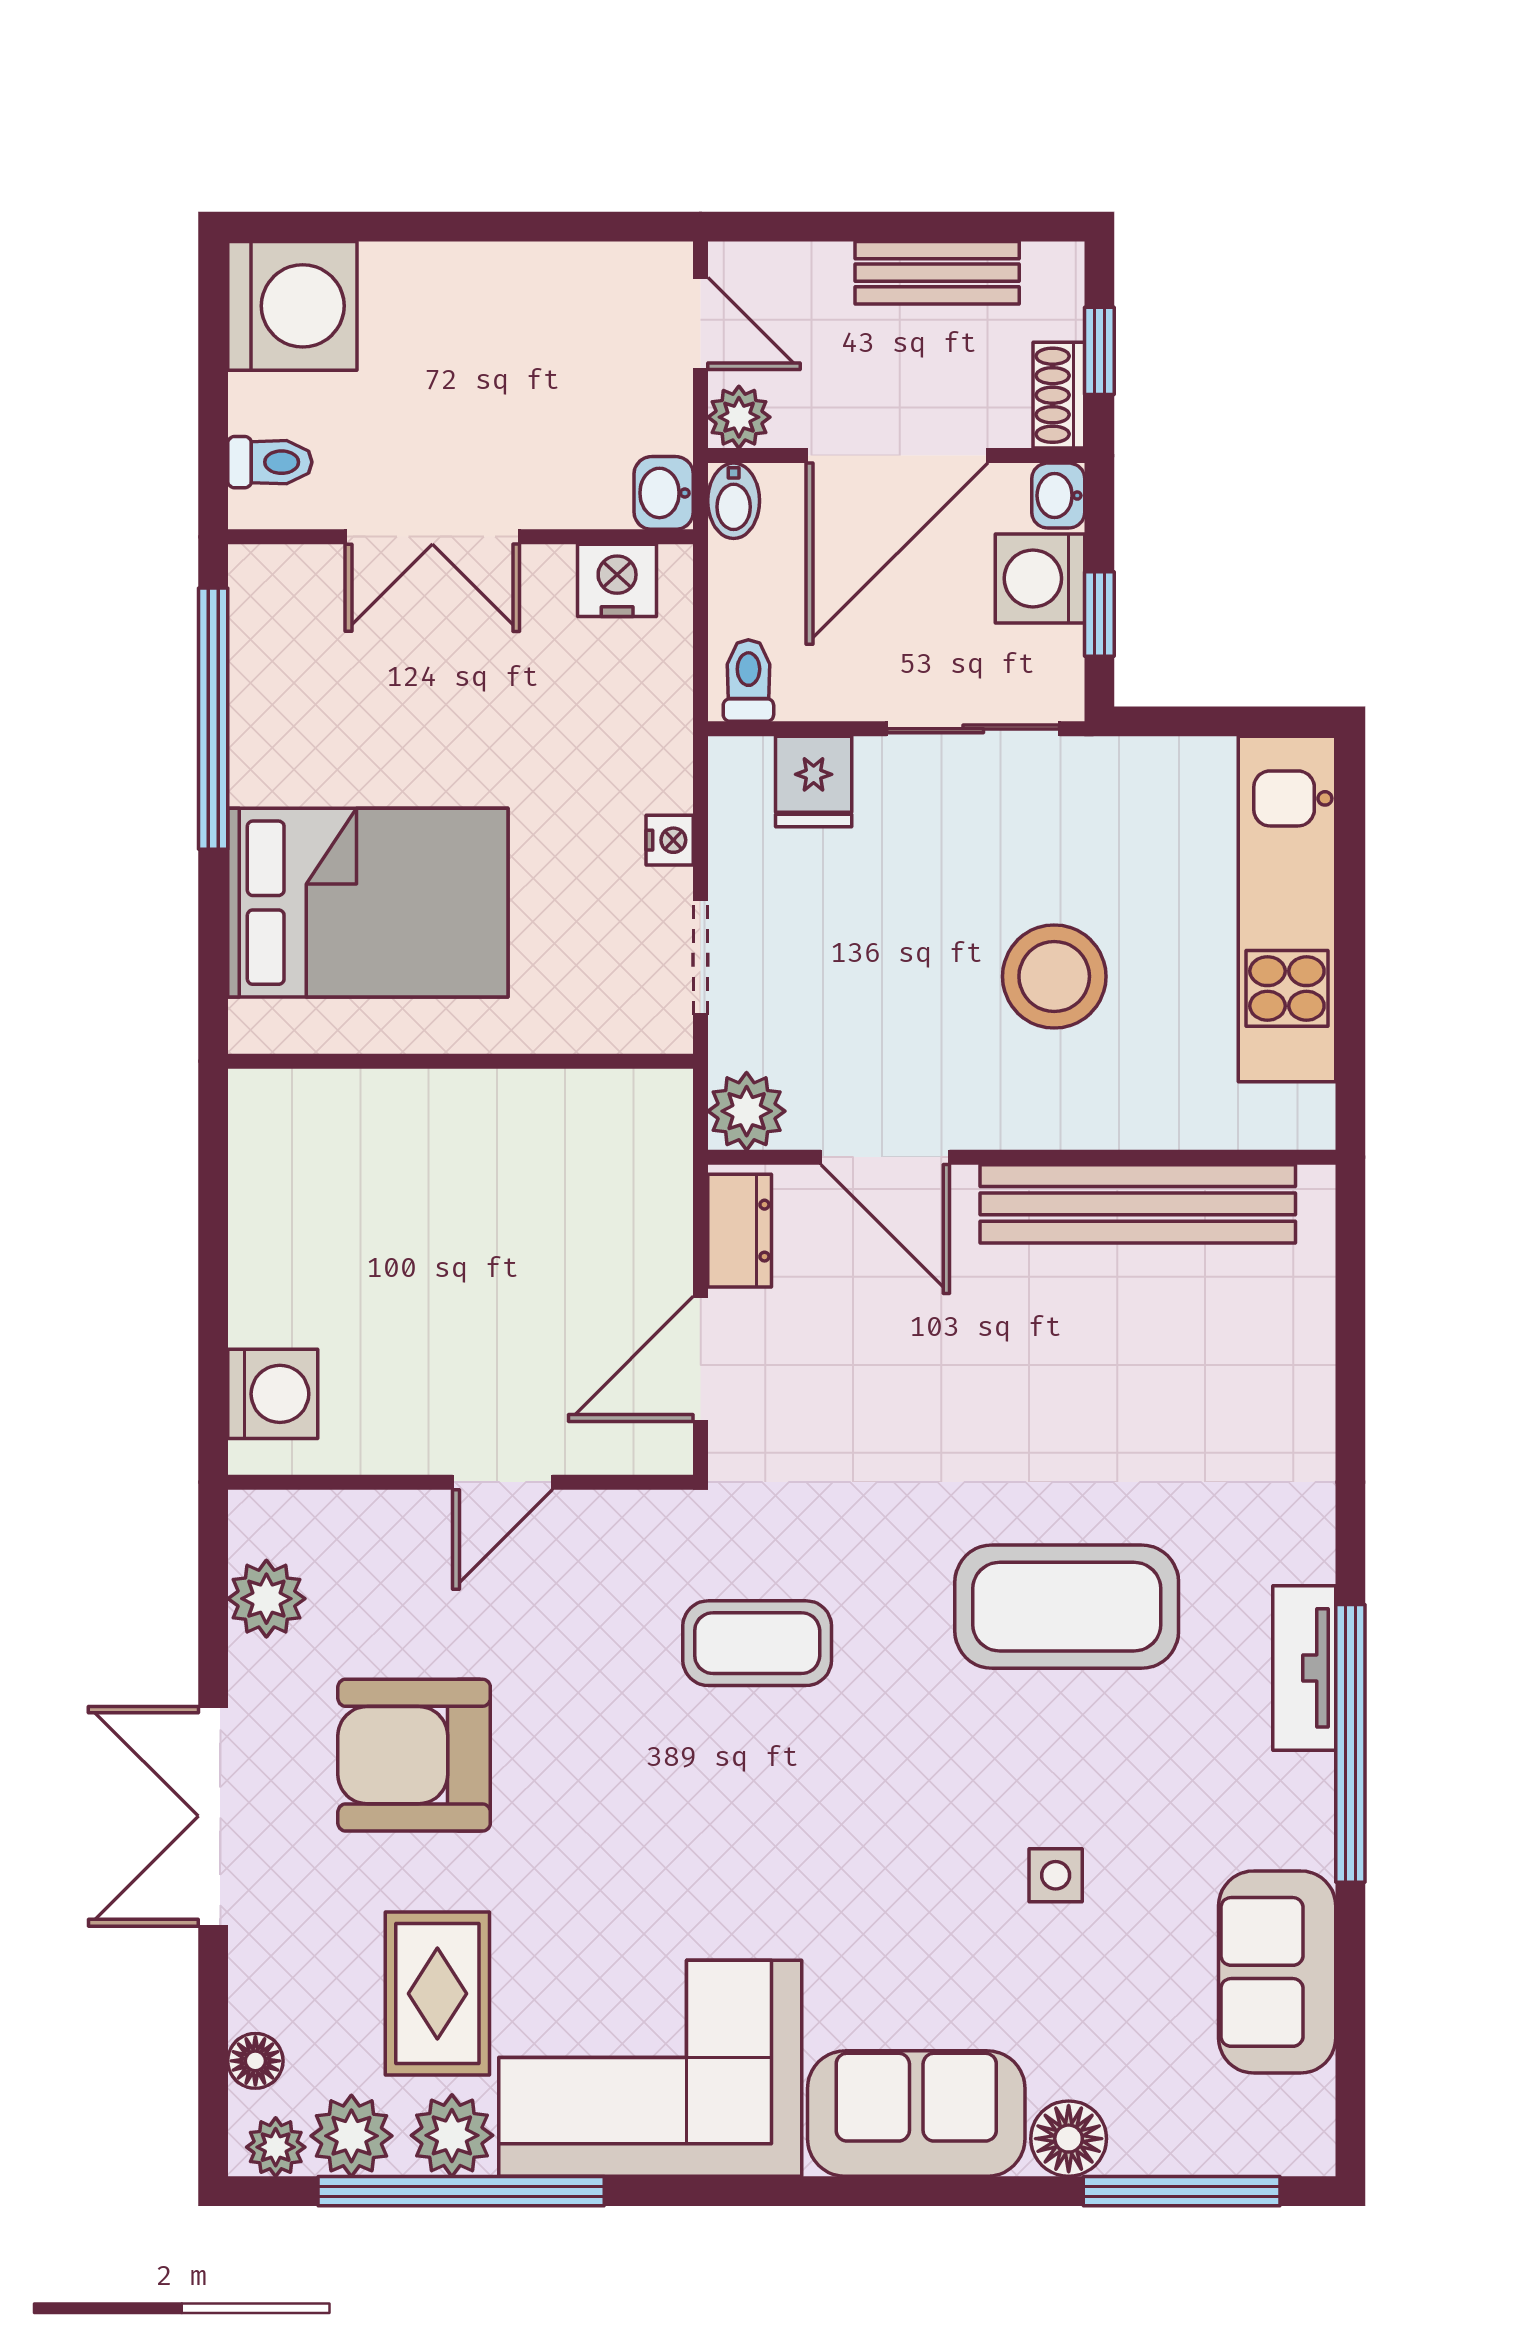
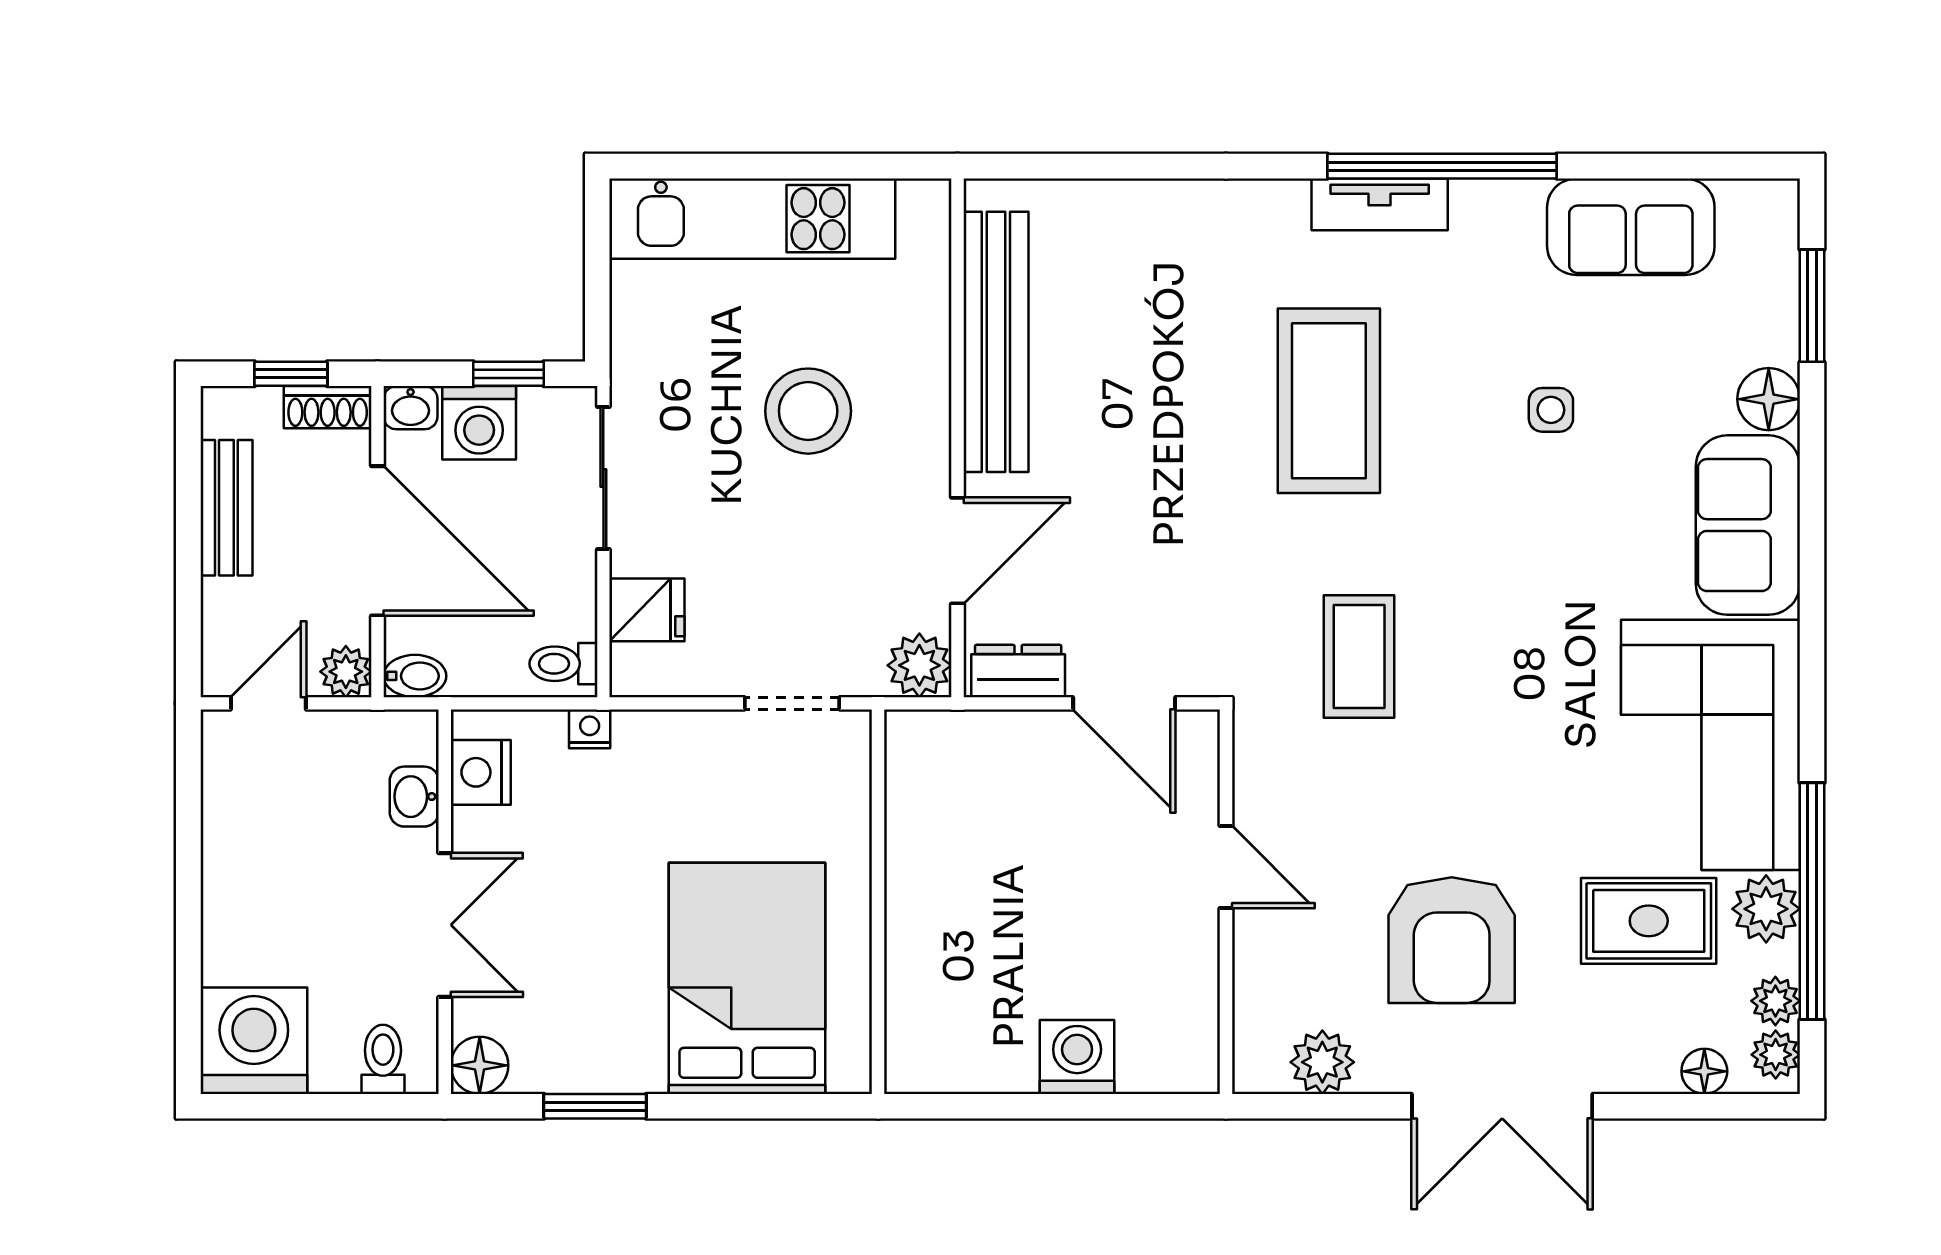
washbasin: (664, 493) -> (414, 797), moved, turned 90
floor lamp: (263, 579) -> (480, 1065), added
window: (213, 719) -> (595, 1106), width x0.47
nightstand: (670, 840) -> (590, 729), moved
washing machine: (273, 1394) -> (1077, 1057), moved
plant: (351, 2136) -> (1775, 1001), width x0.73, depth x0.73
window: (1182, 2191) -> (1812, 306), width x0.69

